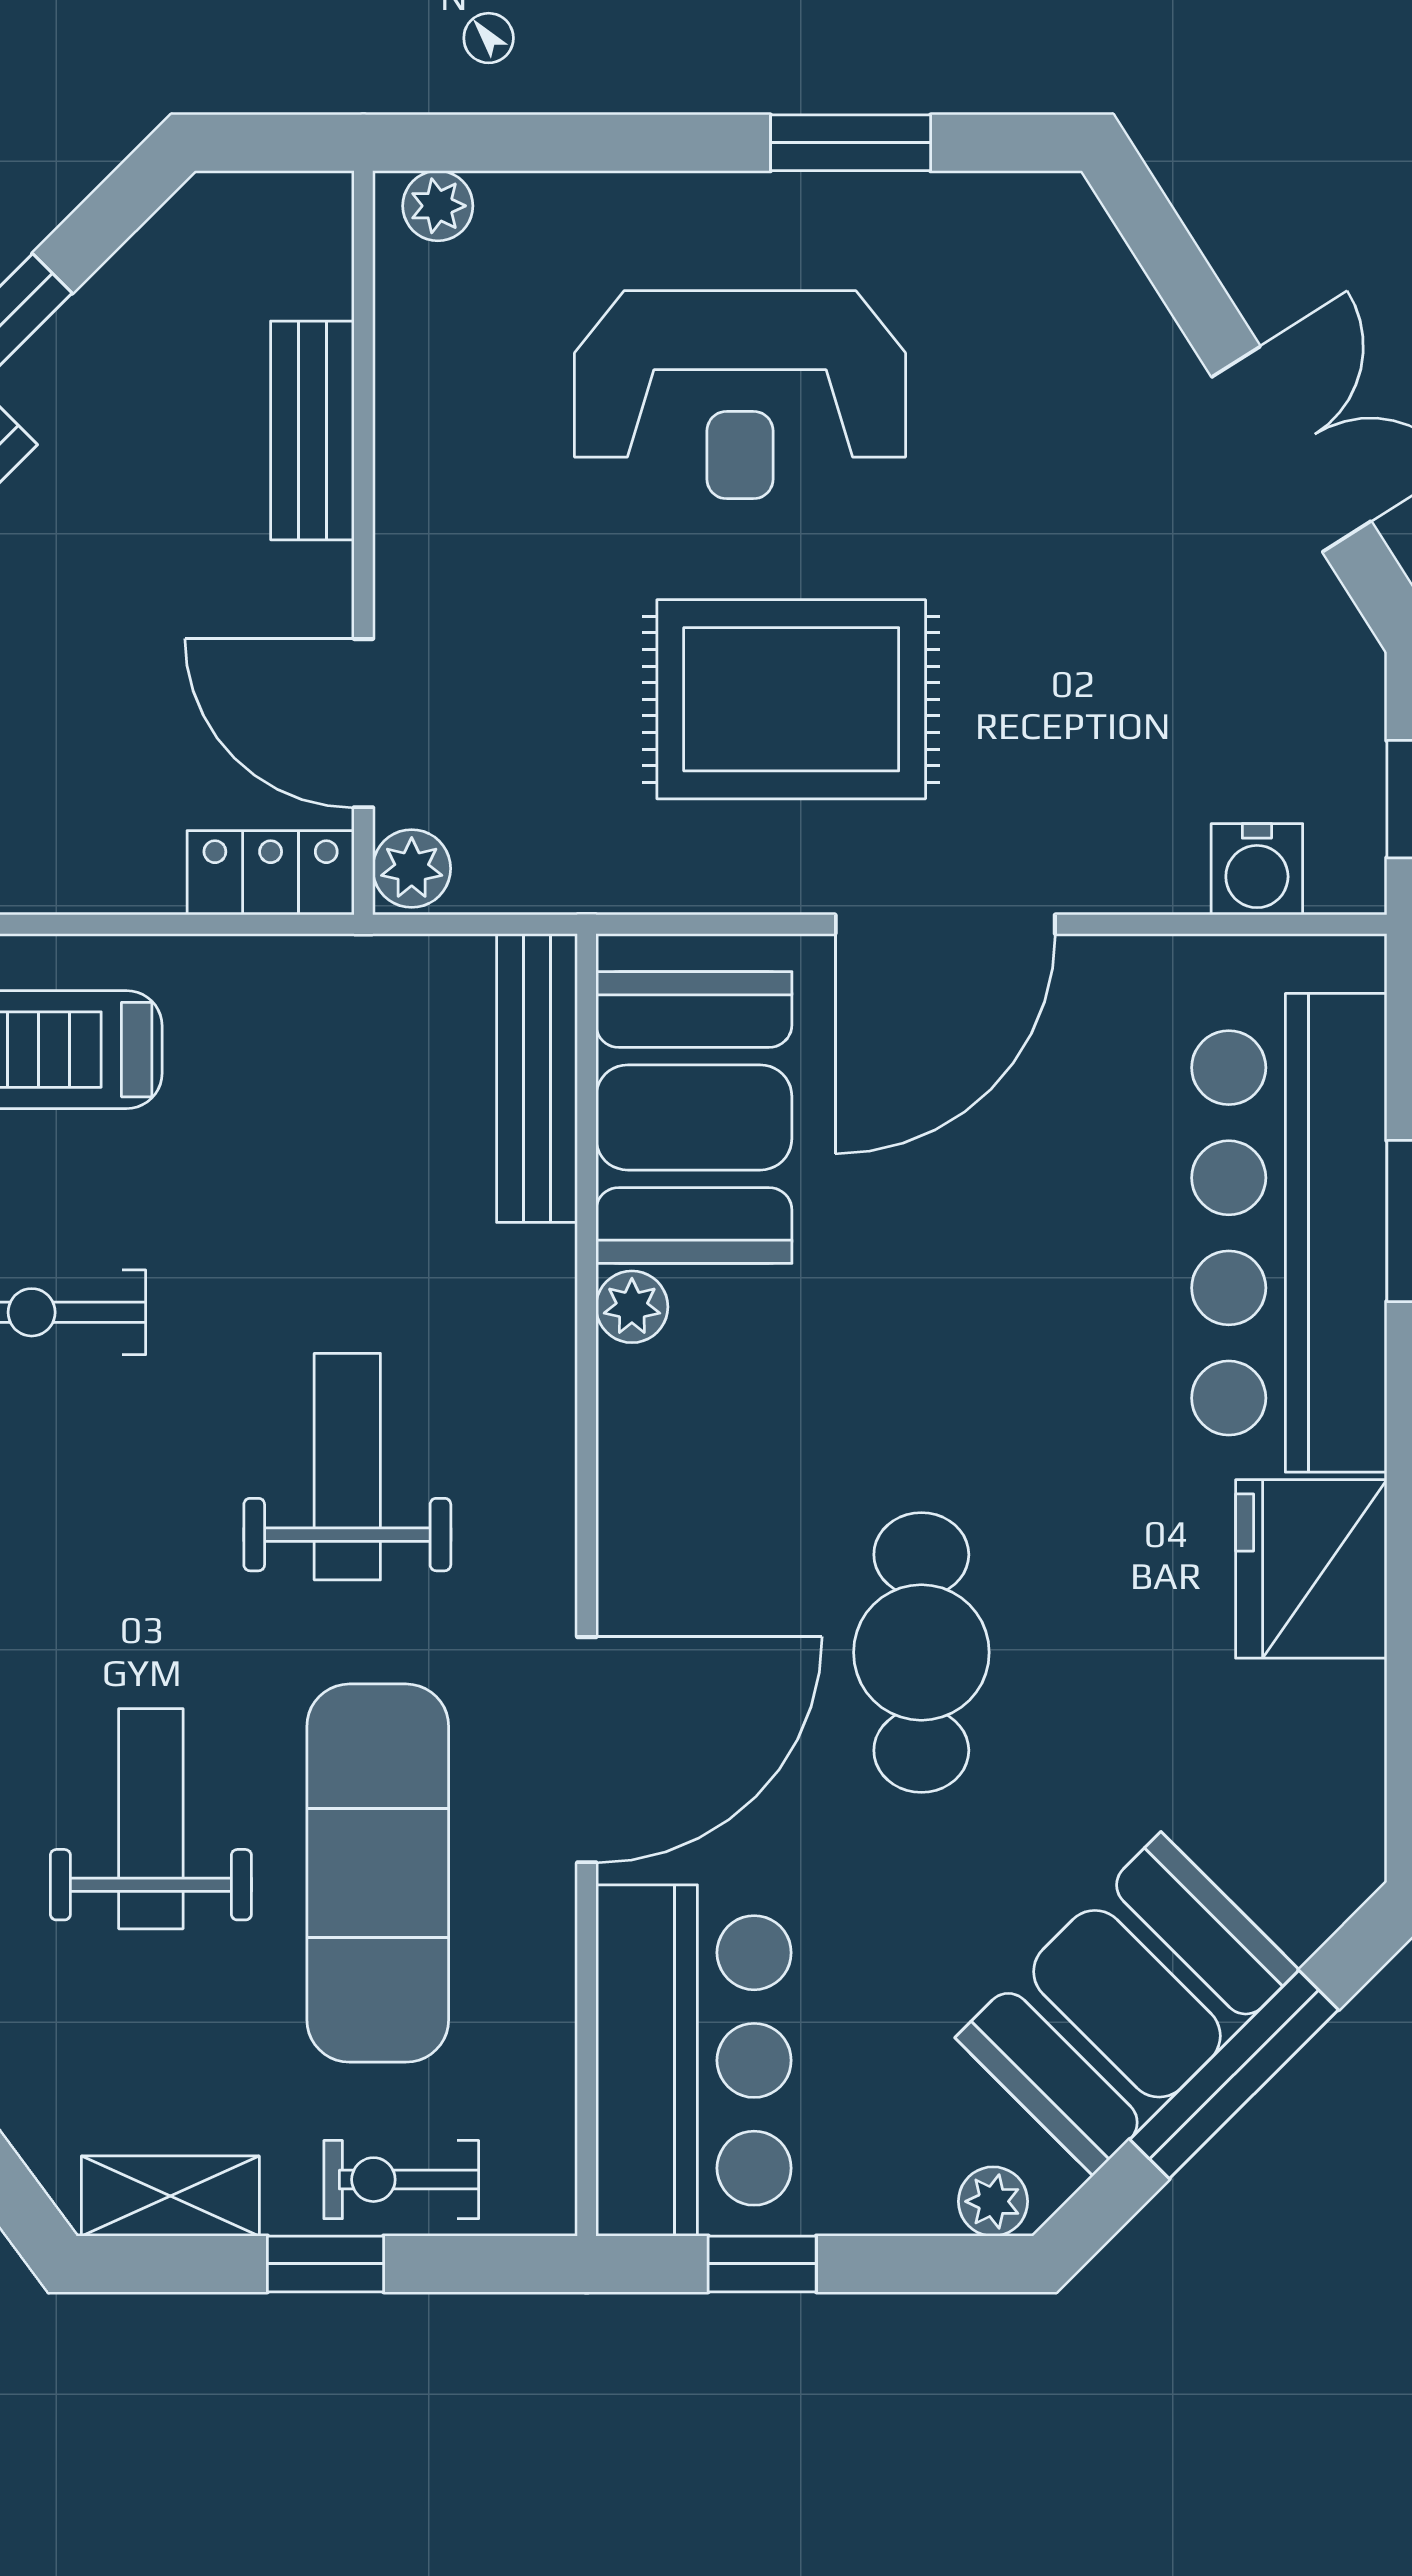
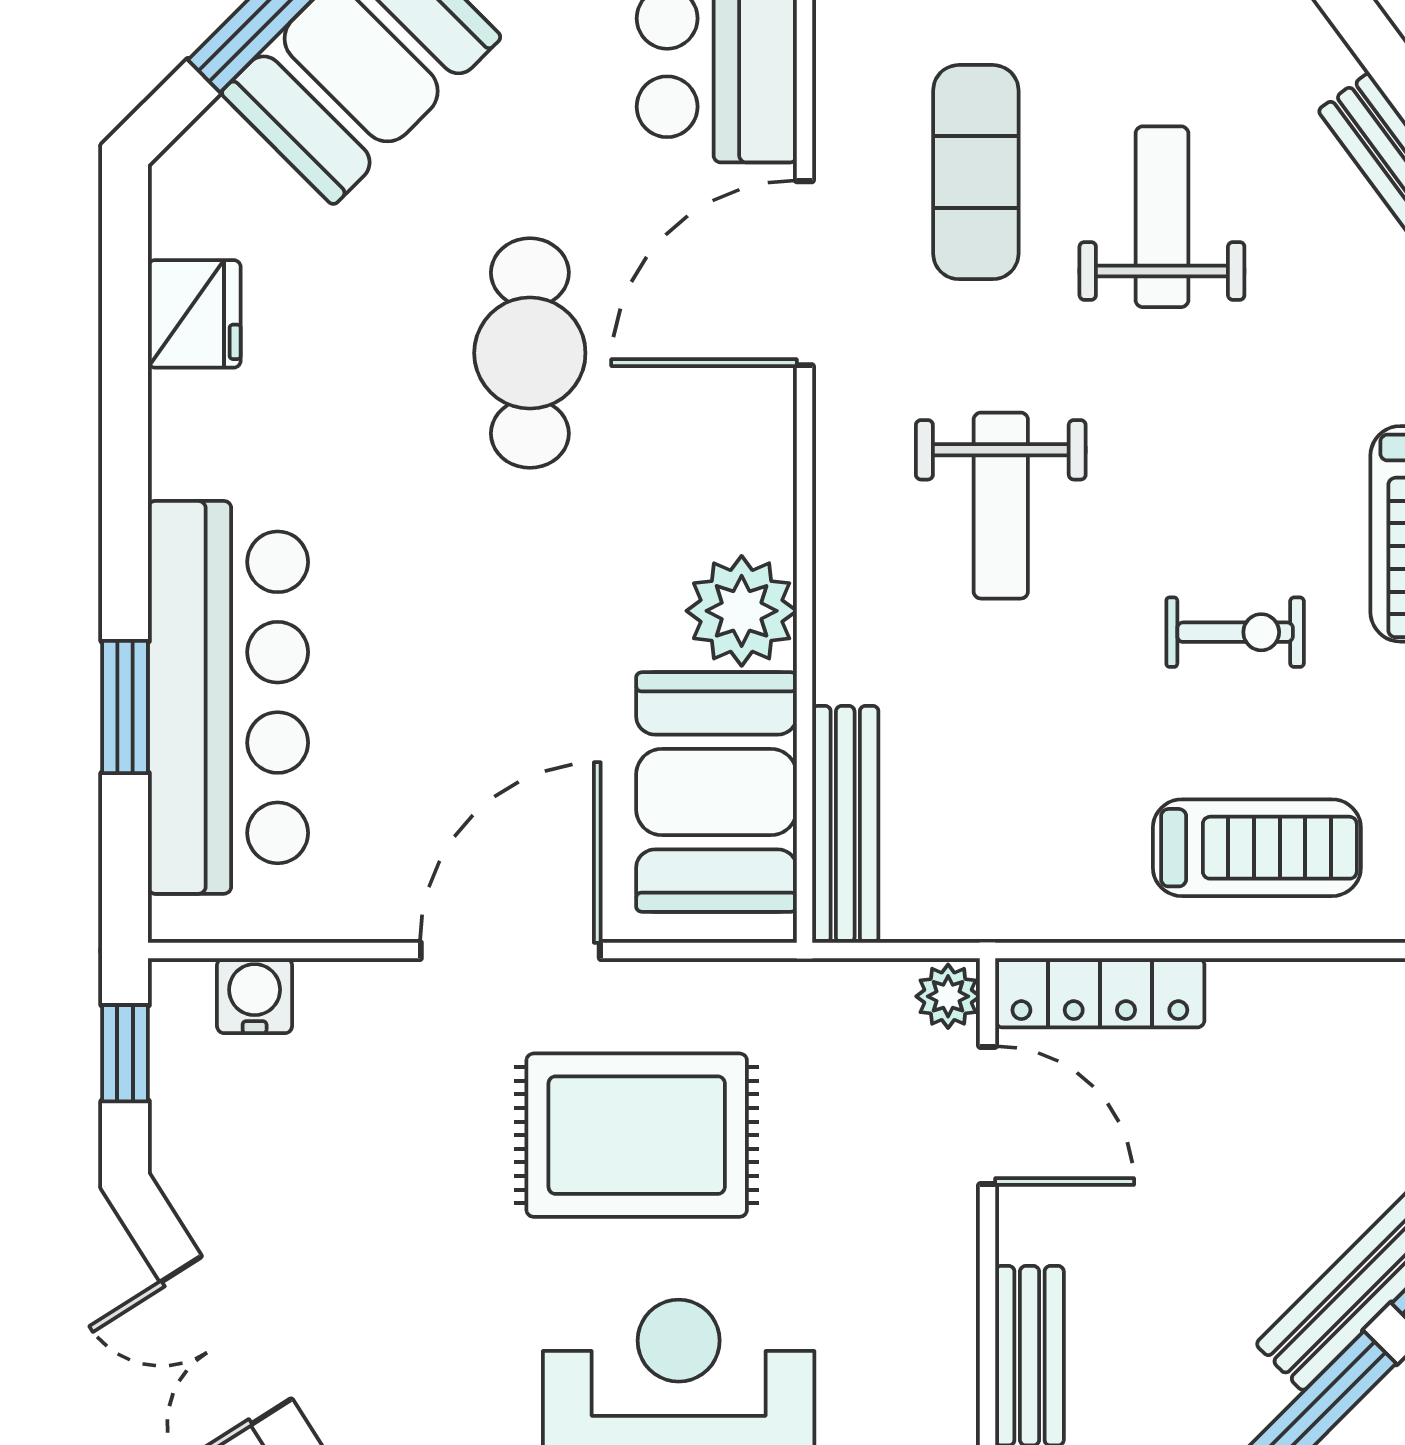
locker: (271, 873) -> (1100, 993), width x1.53
plant: (632, 1307) -> (742, 611), width x1.88, depth x1.88
fridge: (1311, 1569) -> (194, 314), moved, width x0.73, depth x0.75
weight bench: (151, 1819) -> (1162, 217), turned 180
exercise mat: (378, 1873) -> (976, 172), width x0.73, depth x0.69

